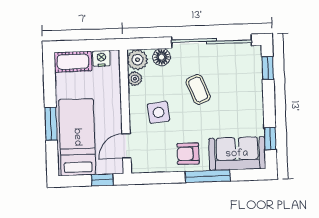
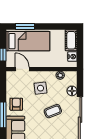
plant: (137, 60) -> (71, 77), removed
window: (51, 124) -> (25, 26), moved

